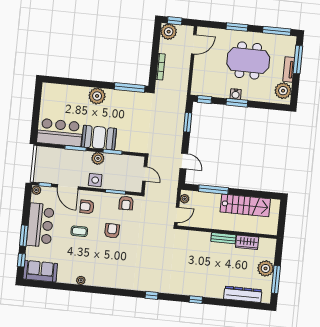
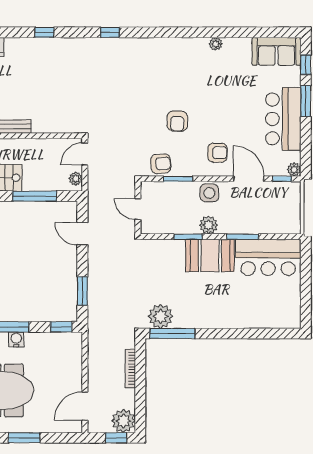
plant: (97, 96) -> (161, 316), moved
armchair: (126, 203) -> (161, 164), turned 87
coffee table: (79, 231) -> (225, 116), removed

